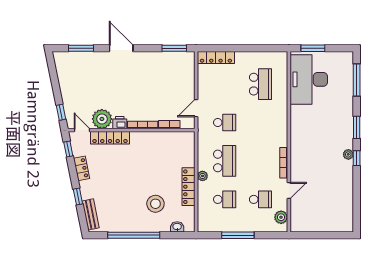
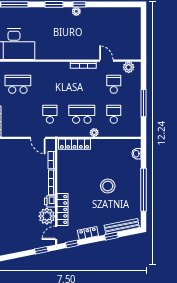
locker: (188, 187) -> (75, 144), moved
stool: (155, 204) -> (108, 186), moved
bench: (91, 214) -> (122, 226), width x1.36

